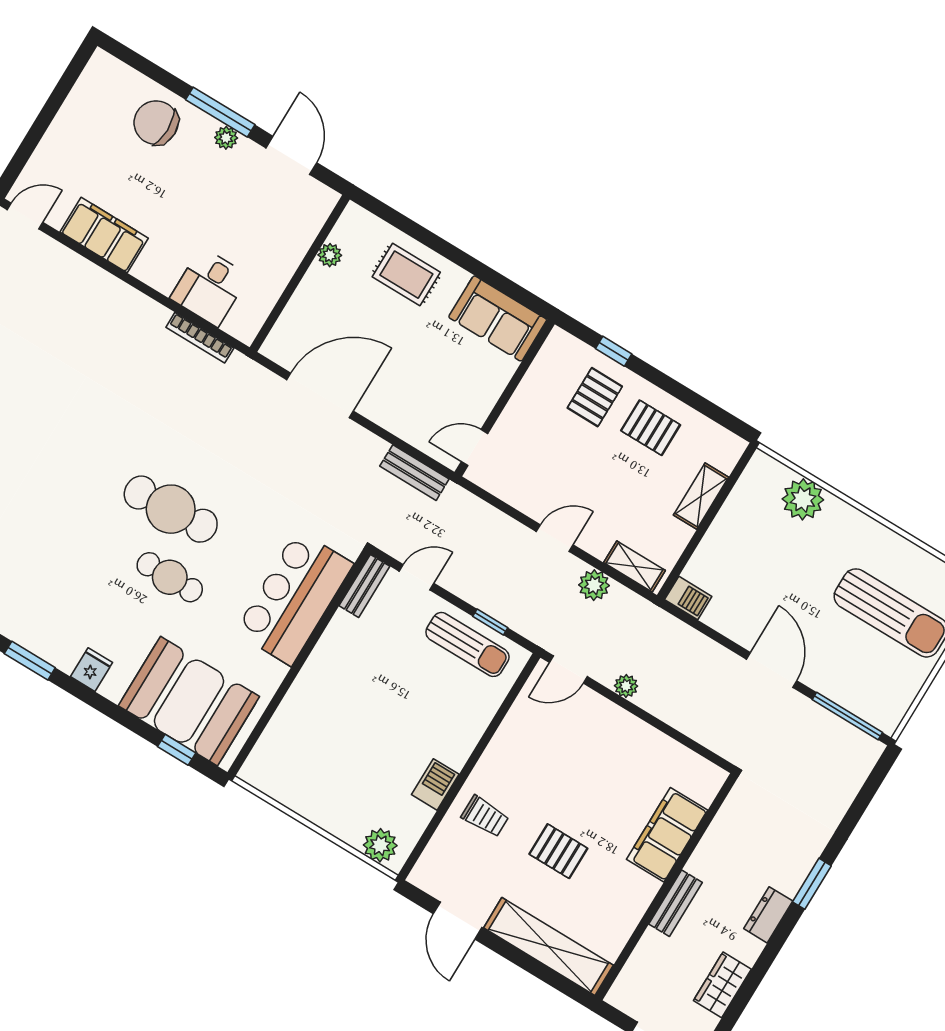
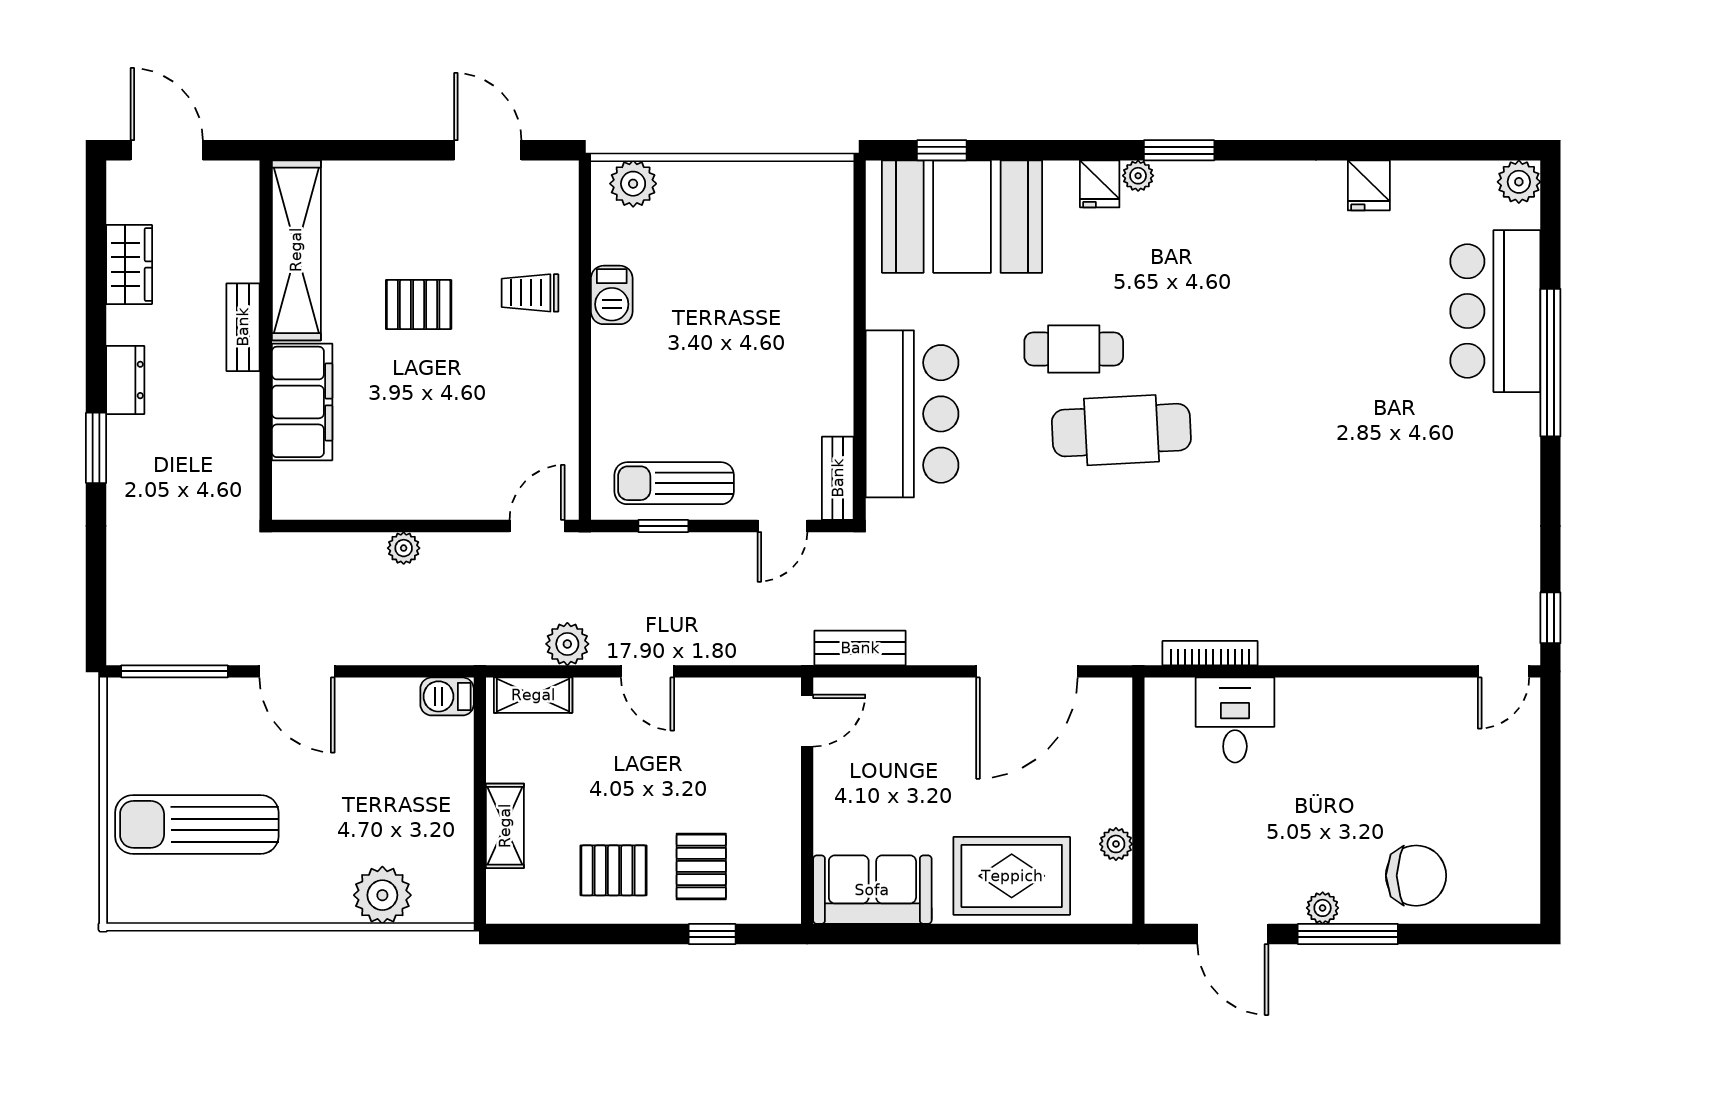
filing cabinet: (104, 235) -> (1396, 706), removed
rug: (406, 275) -> (1012, 876), width x1.36, depth x1.43
door: (555, 538) -> (648, 671), hinge flipped
plant: (65, 660) -> (1138, 176), added
plant: (626, 686) -> (404, 548), moved
shelving: (548, 947) -> (296, 250), moved, turned 90

